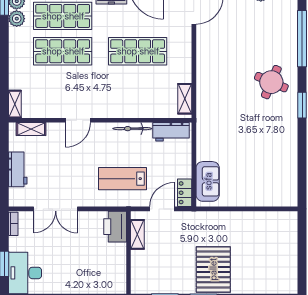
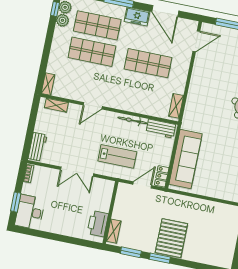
workbench: (18, 169) -> (38, 147), moved
lab bench: (123, 179) -> (117, 156), turned 180
sofa: (208, 181) -> (186, 159), width x1.85, depth x1.27
double door: (56, 209) -> (77, 172), moved
printer: (115, 227) -> (98, 224), moved
shelving: (137, 234) -> (114, 231), moved

